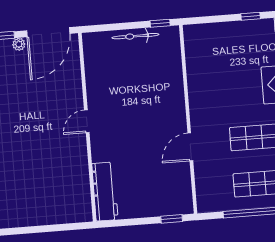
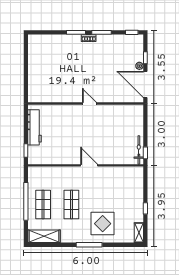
bicycle: (135, 36) -> (139, 150), moved
door: (190, 147) -> (89, 165), moved
workbench: (105, 192) -> (35, 127), moved, turned -90

